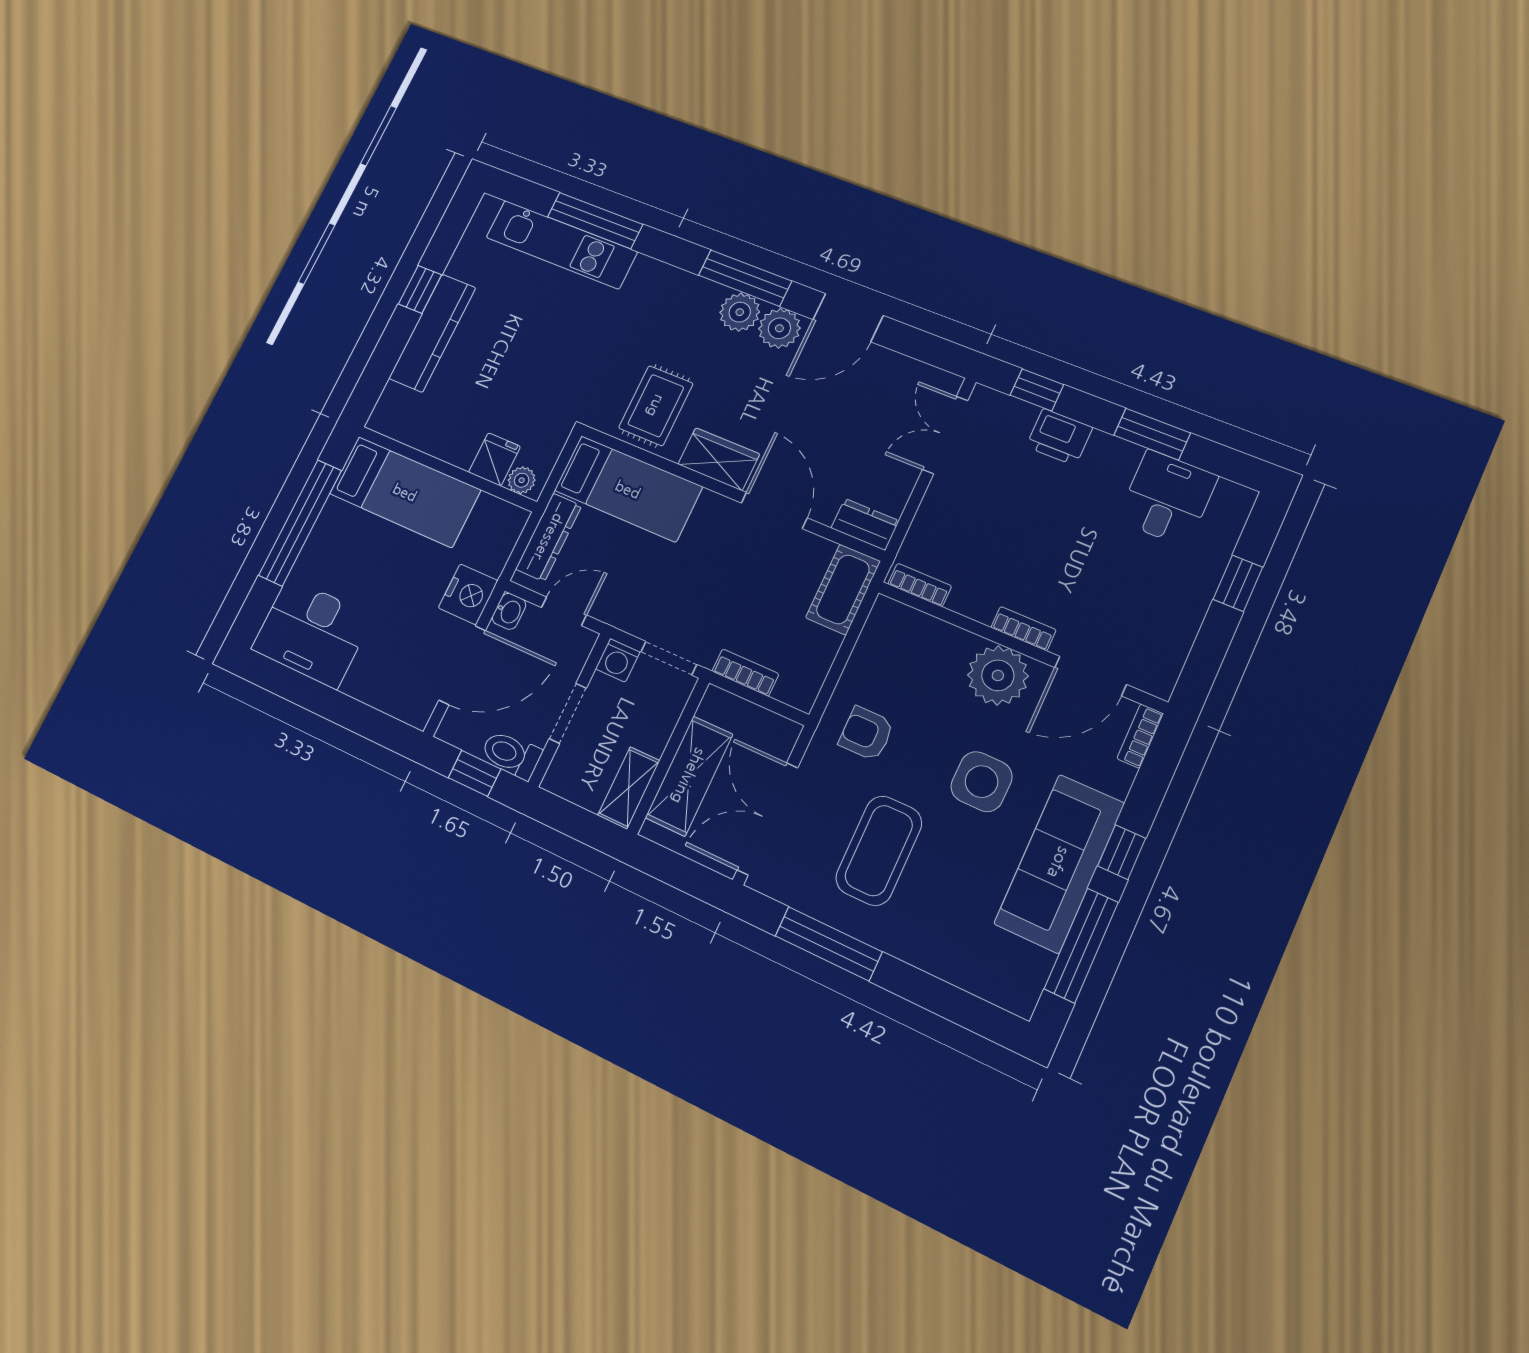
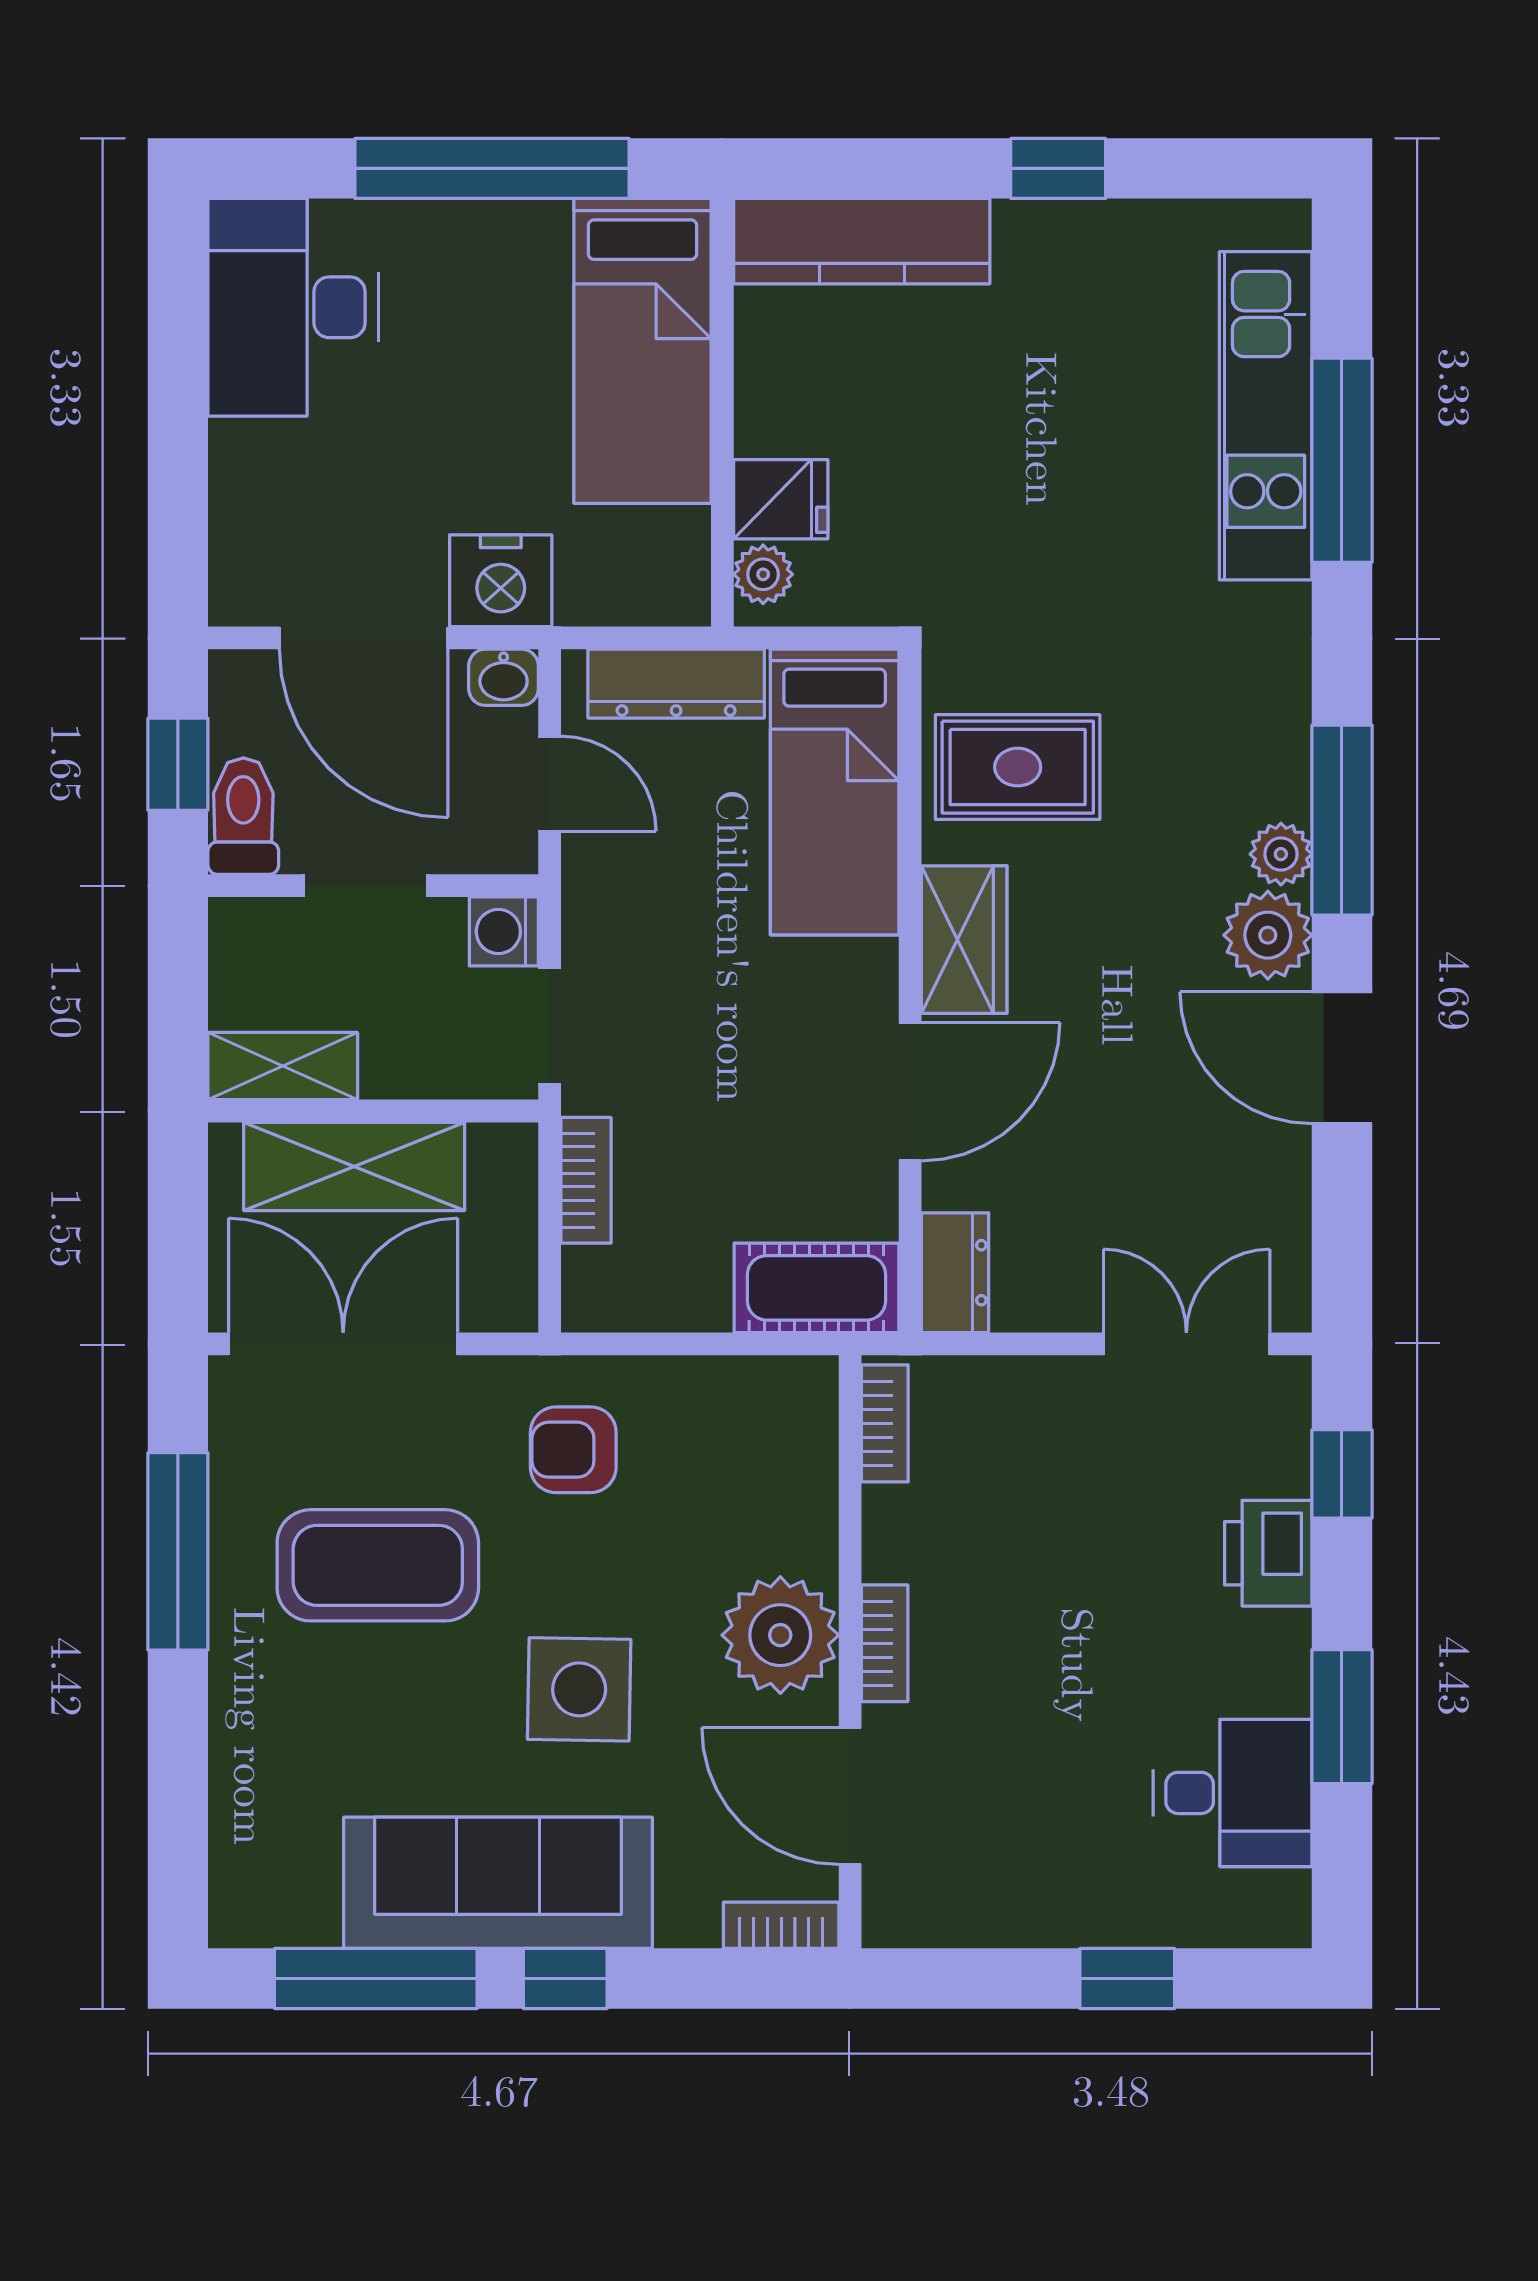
plant: (740, 312) -> (1281, 854), width x0.73, depth x0.73
kitchen counter: (432, 333) -> (862, 241), moved
armchair: (866, 734) -> (573, 1450), turned -90

